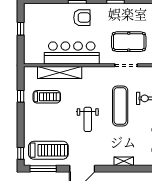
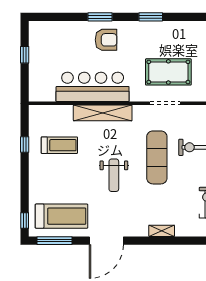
shelving: (60, 73) -> (103, 113), moved

